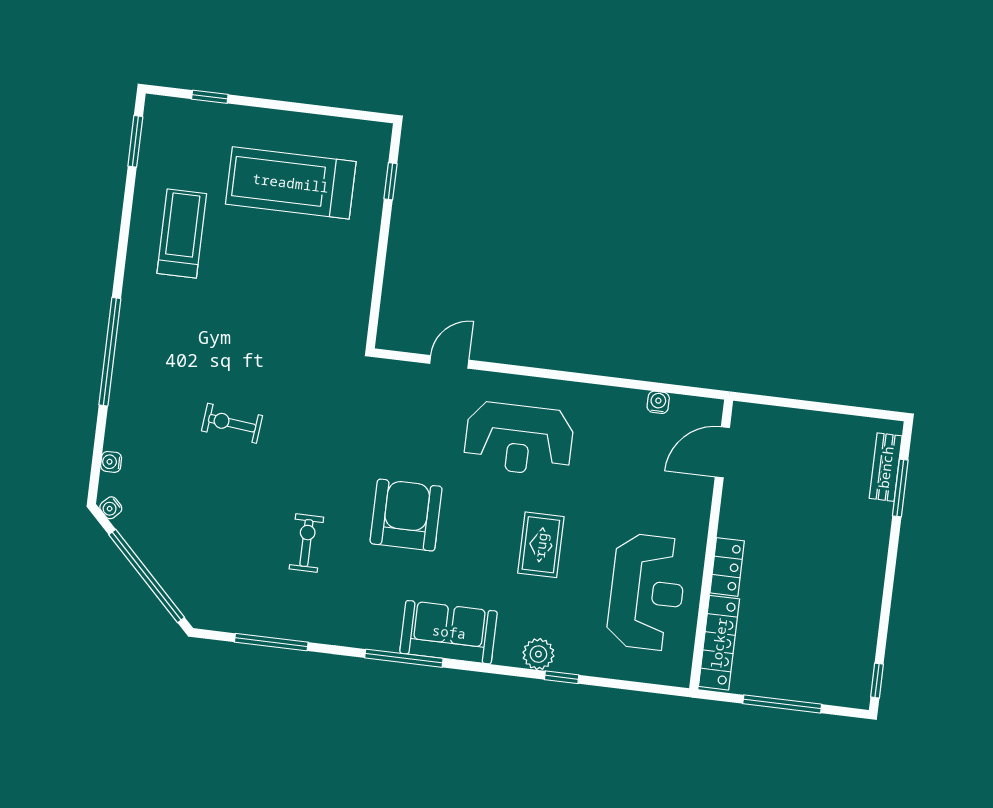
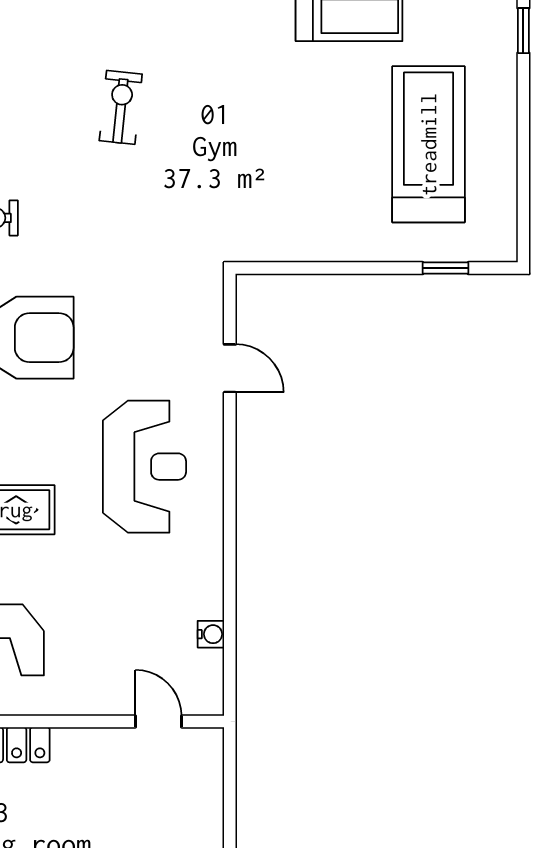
reception desk: (519, 439) -> (144, 467), turned 180
door: (722, 452) -> (158, 721), width x0.73

